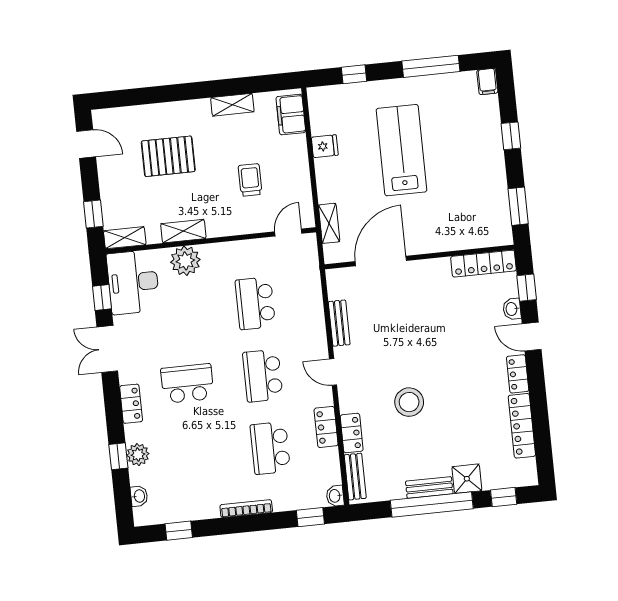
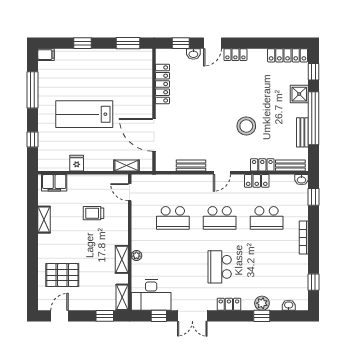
pallet: (168, 156) -> (62, 275), moved, turned 90
plant: (185, 261) -> (136, 255), width x0.53, depth x0.53
locker: (483, 264) -> (162, 84), moved
locker: (522, 426) -> (288, 55), moved
bench: (429, 487) -> (302, 132), moved

